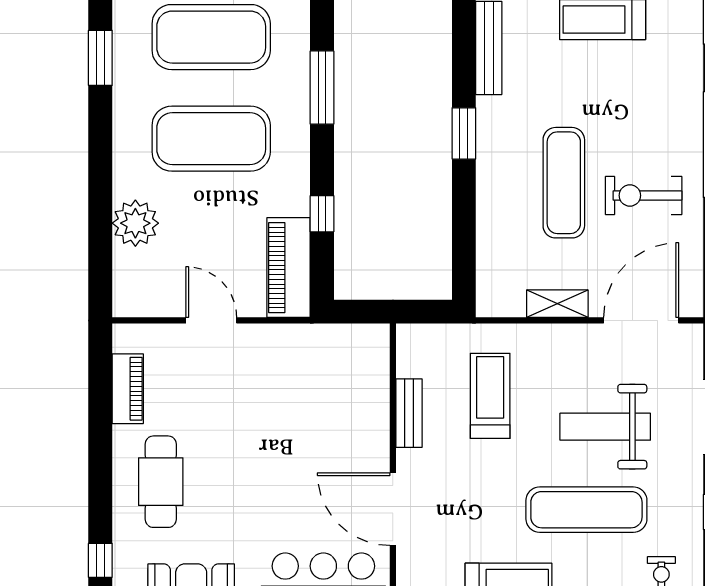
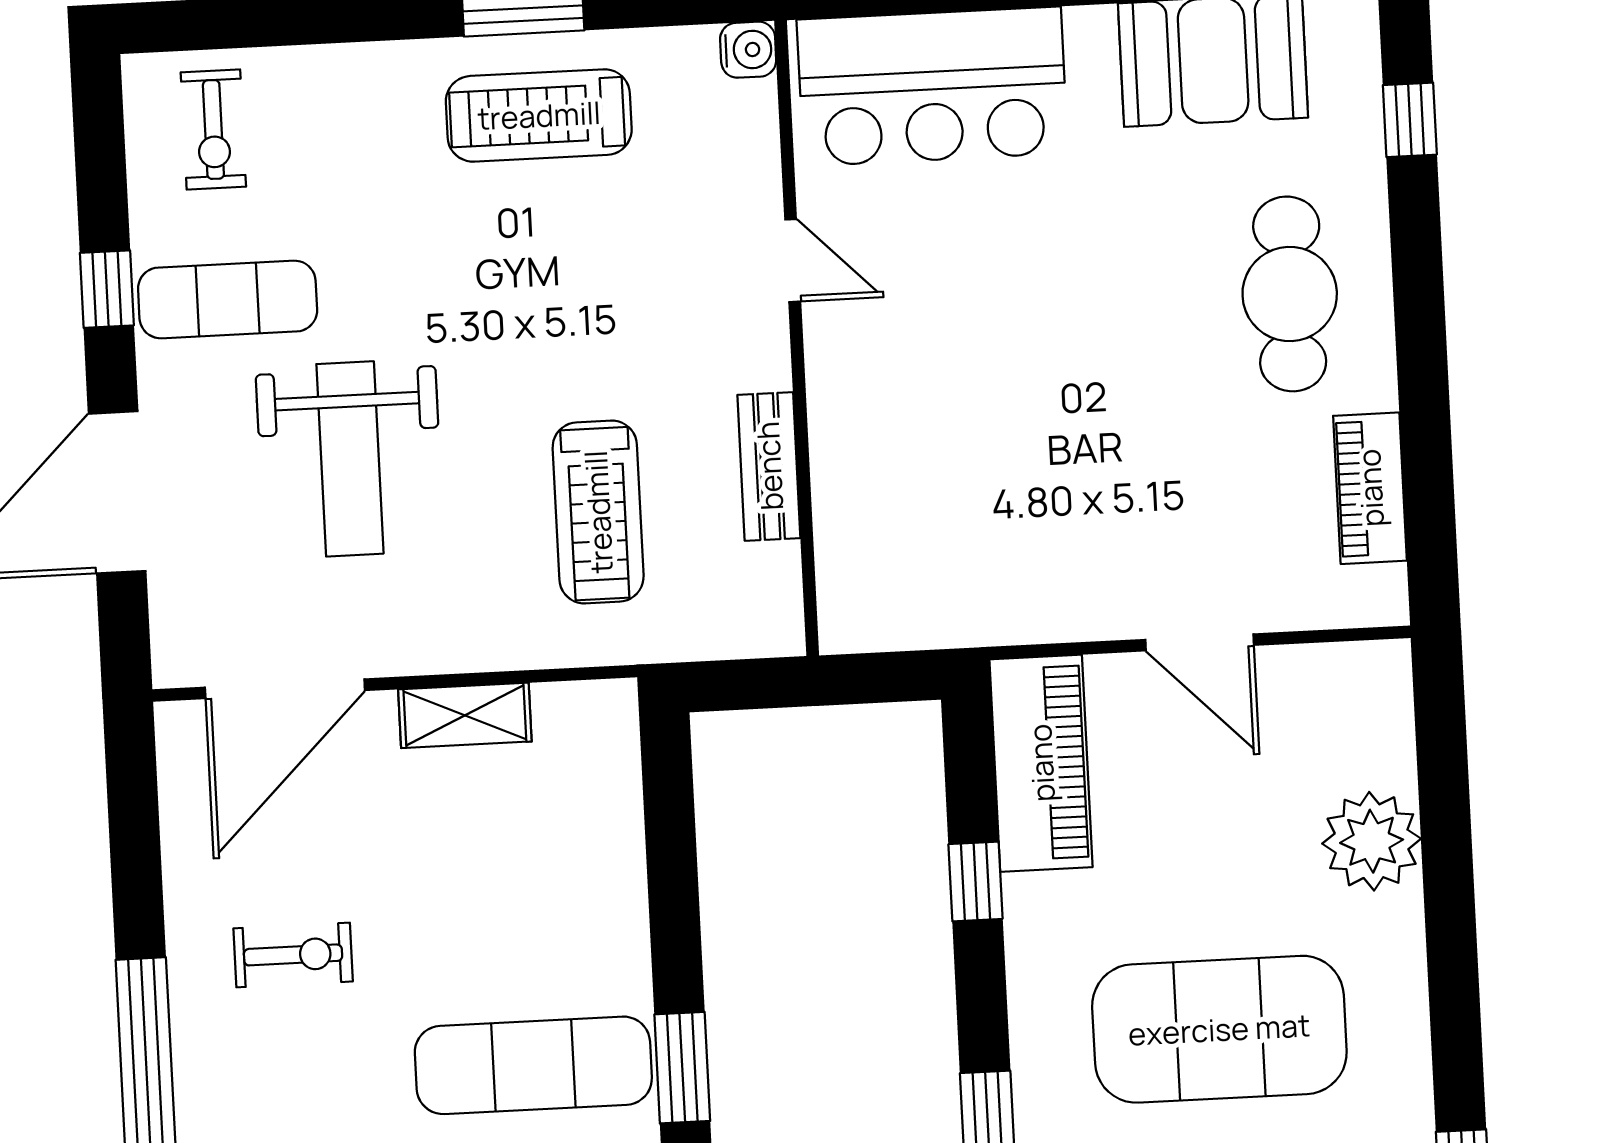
exercise mat: (564, 183) -> (533, 1065), moved, turned 90
exercise bike: (644, 195) -> (293, 955), width x0.73, depth x0.72
weight bench: (605, 427) -> (350, 459), turned 90
door: (393, 509) -> (793, 261), width x0.53
exercise mat: (586, 510) -> (228, 299), moved, width x0.73, depth x0.69

